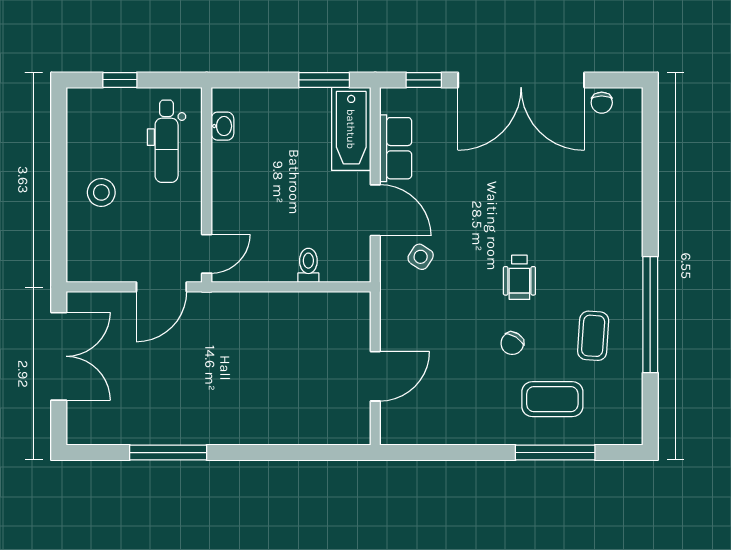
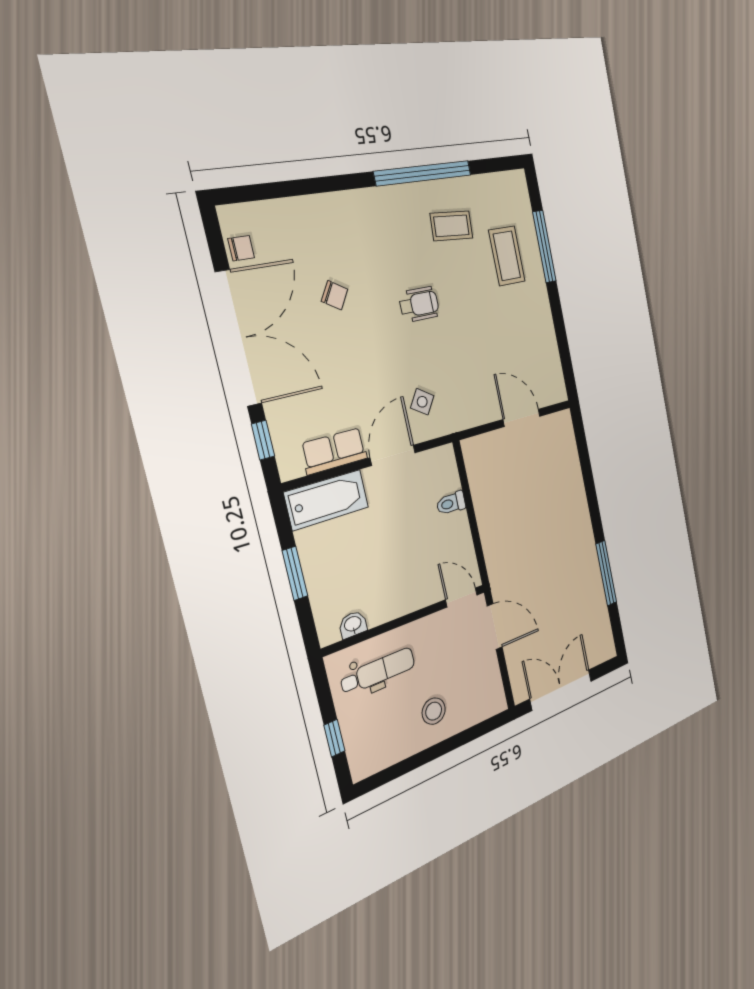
window: (324, 80) -> (295, 573), moved
chair: (512, 343) -> (335, 295), moved

